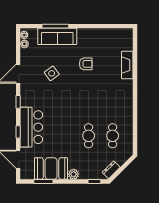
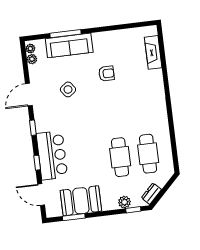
fireplace: (127, 65) -> (153, 52), moved
cafe table: (89, 136) -> (120, 157), width x1.37, depth x1.35
cafe table: (113, 136) -> (148, 154), width x1.37, depth x1.35
plant: (74, 174) -> (124, 202), moved

